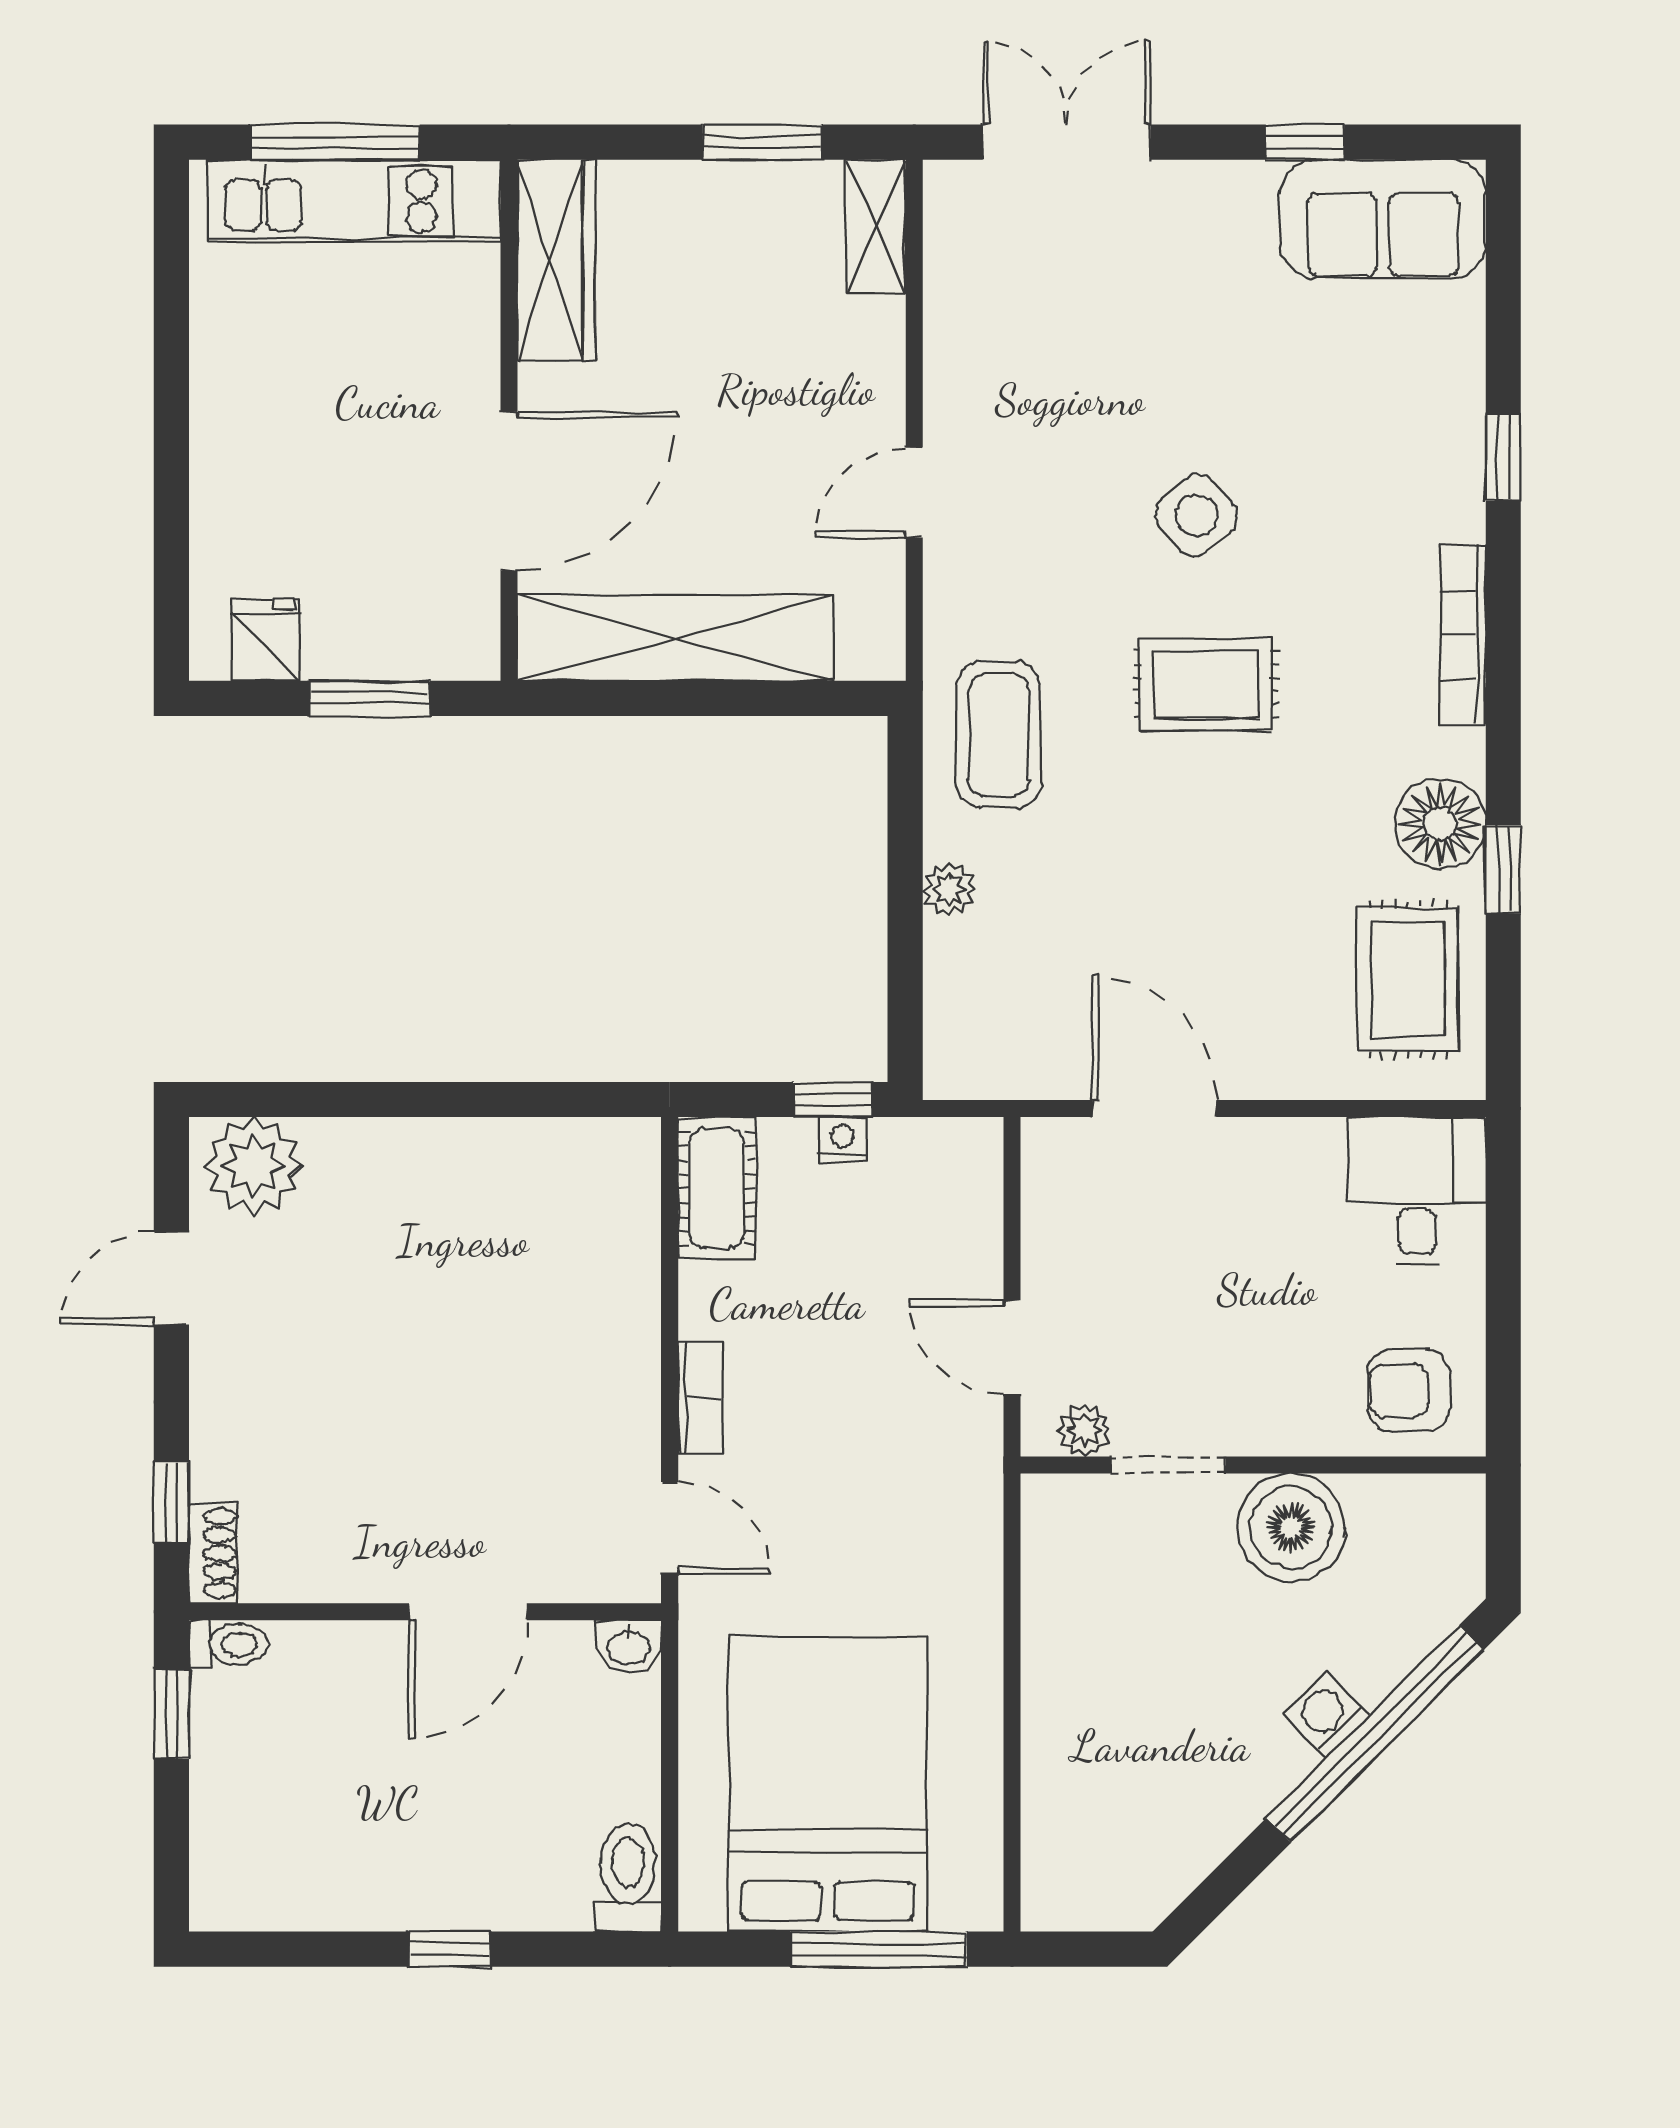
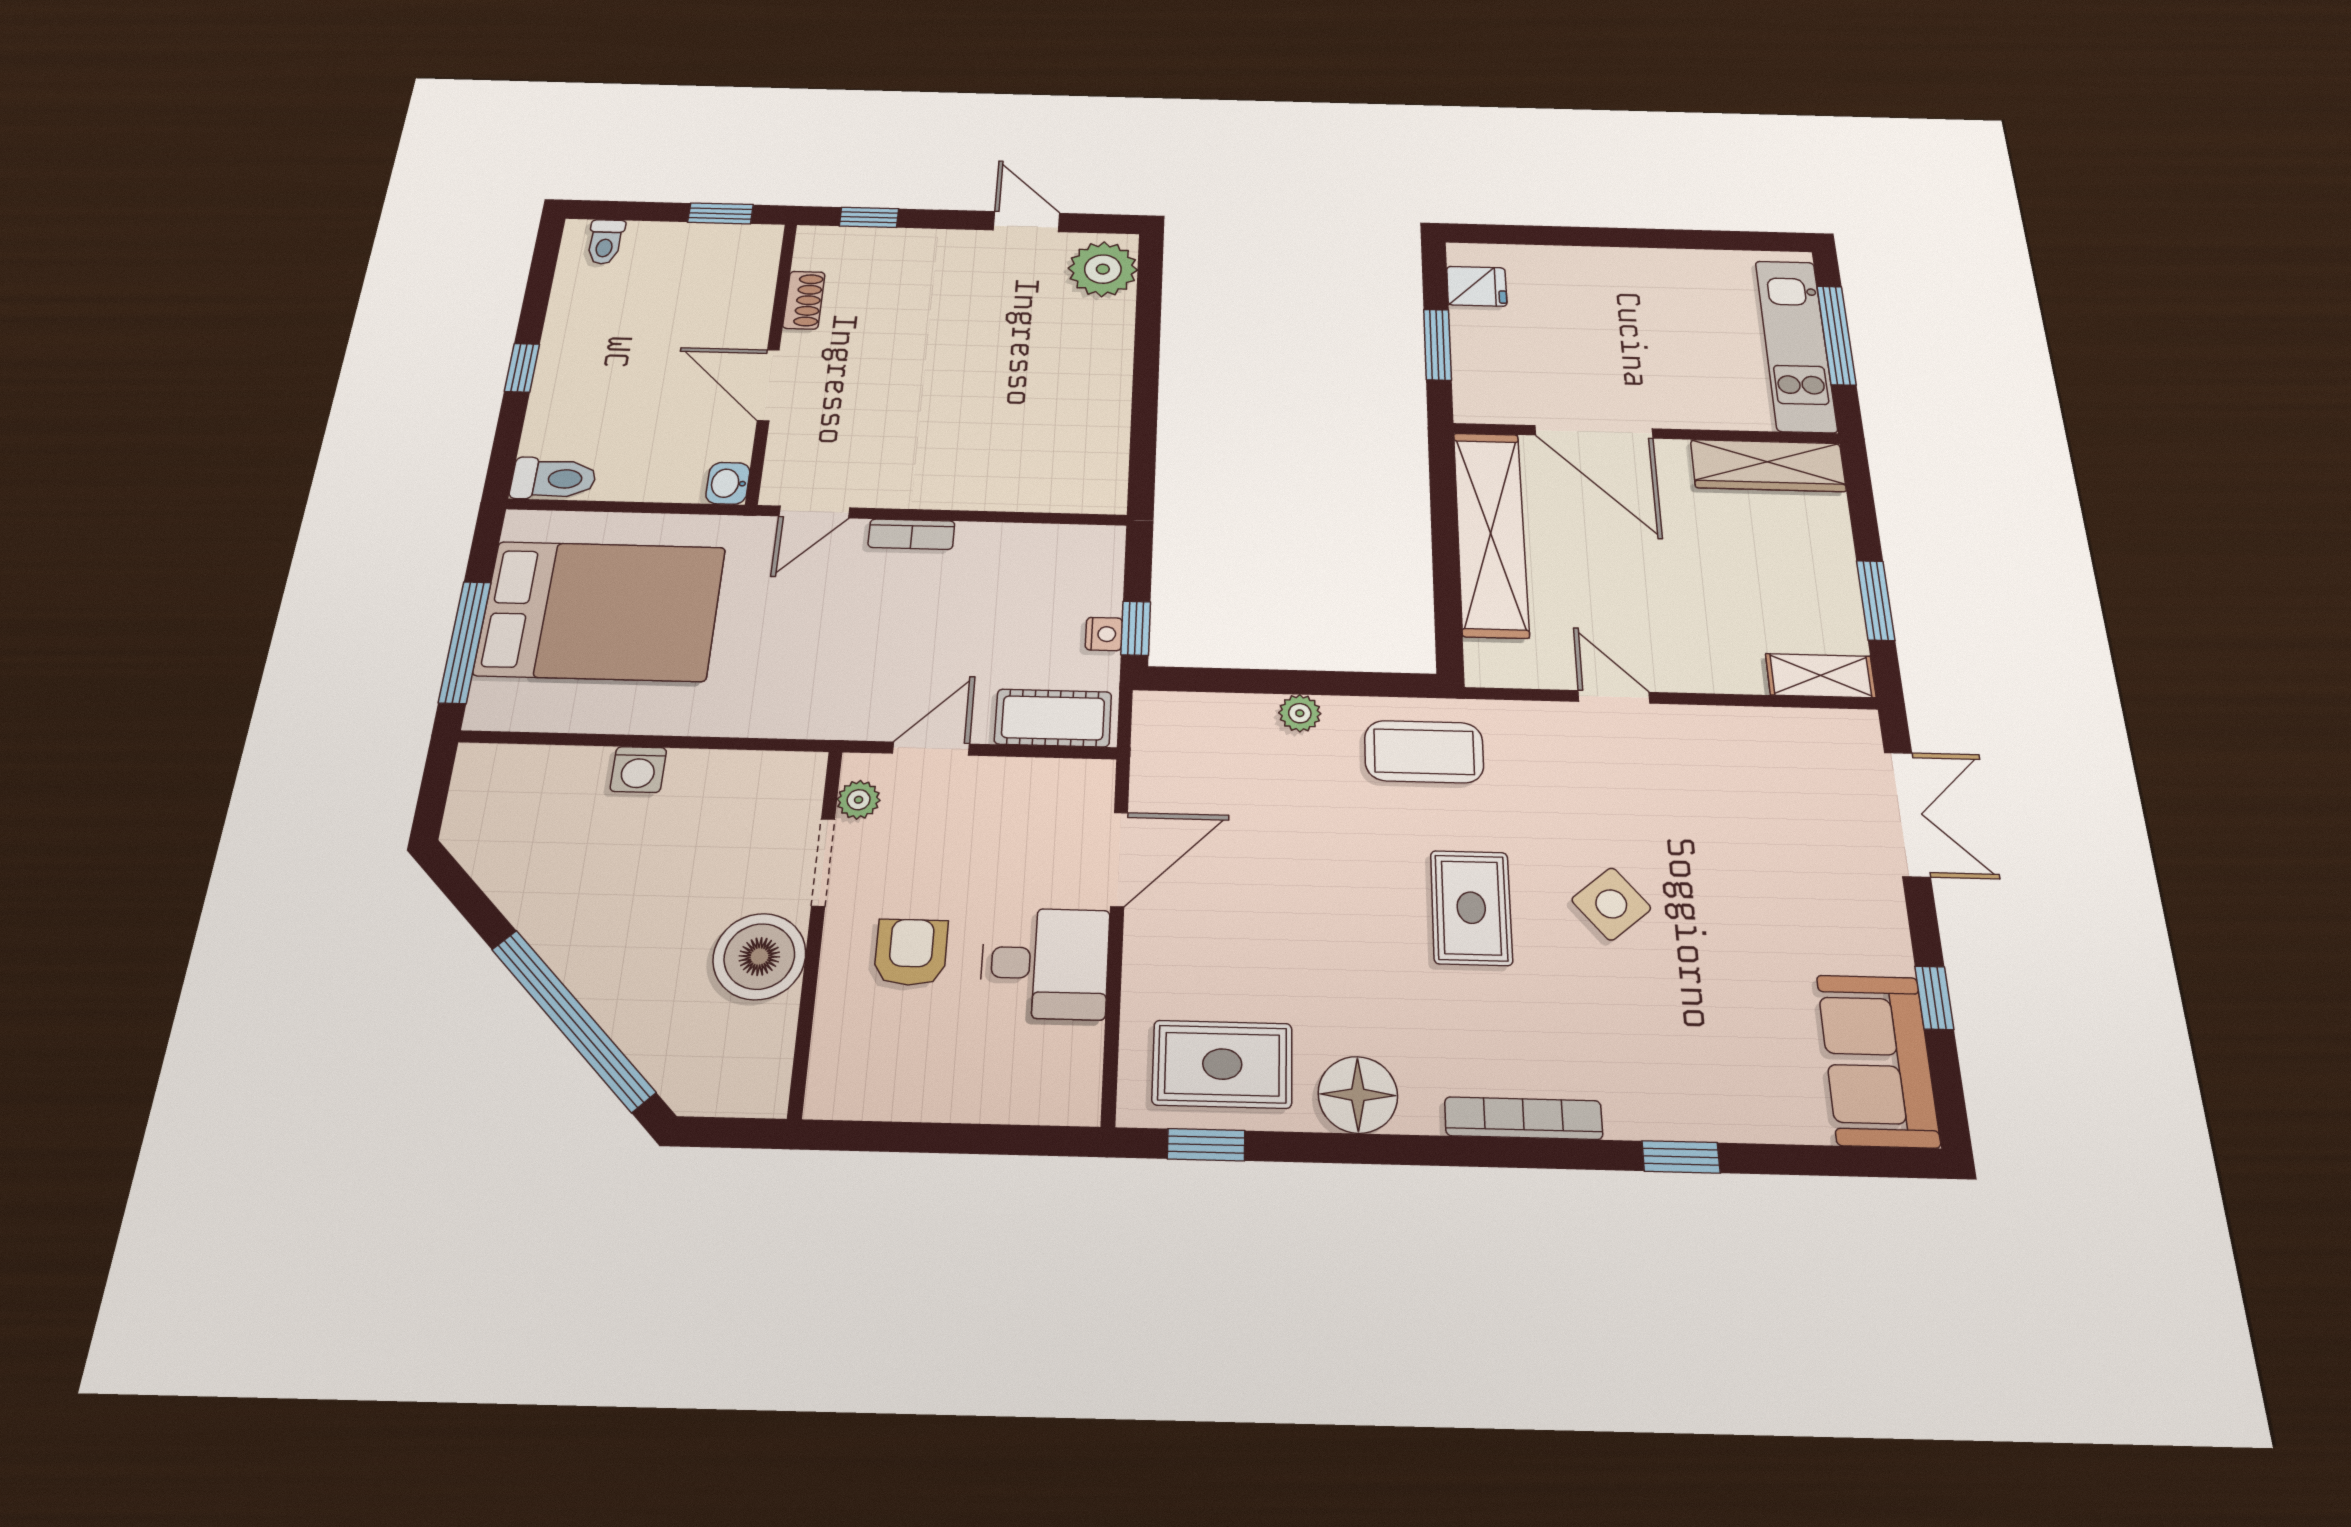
window: (1503, 869) -> (1206, 1145), moved
cot: (717, 1188) -> (1053, 718), moved
desk: (1417, 1191) -> (1045, 963), moved
armchair: (1409, 1391) -> (911, 952), moved
shoe rack: (213, 1553) -> (804, 300), moved, turned -90
toilet: (228, 1644) -> (605, 242), moved
washing machine: (1326, 1715) -> (638, 770), moved, turned 135

